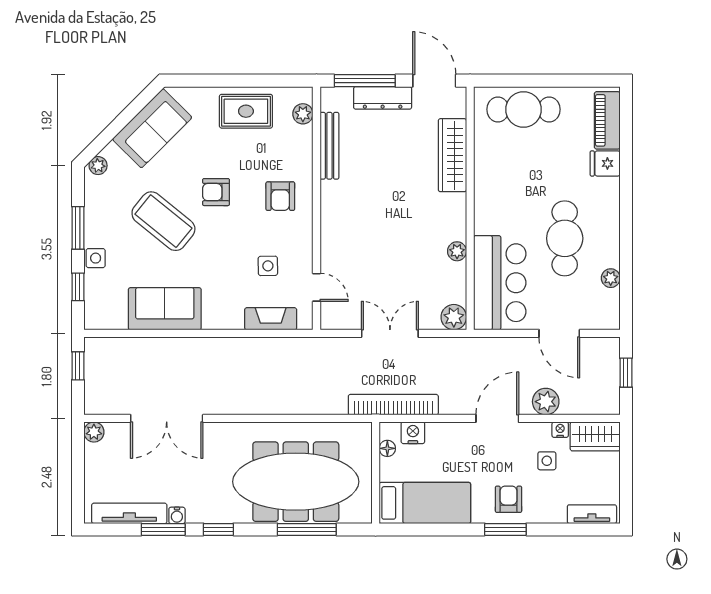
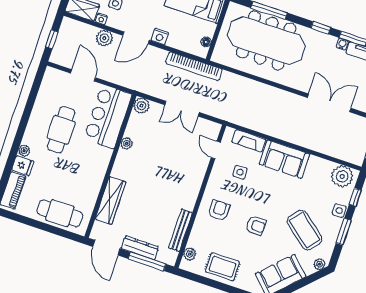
coffee table: (163, 221) -> (305, 230), moved
plant: (611, 278) -> (24, 151), moved
sofa: (165, 309) -> (284, 159), moved
plant: (109, 312) -> (342, 176), added
nightstand: (413, 433) -> (160, 37), moved

